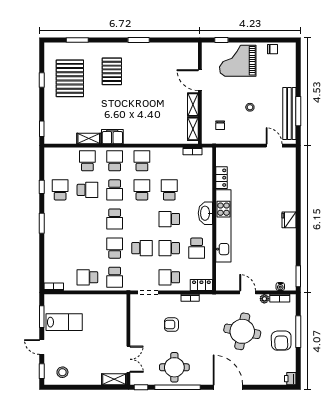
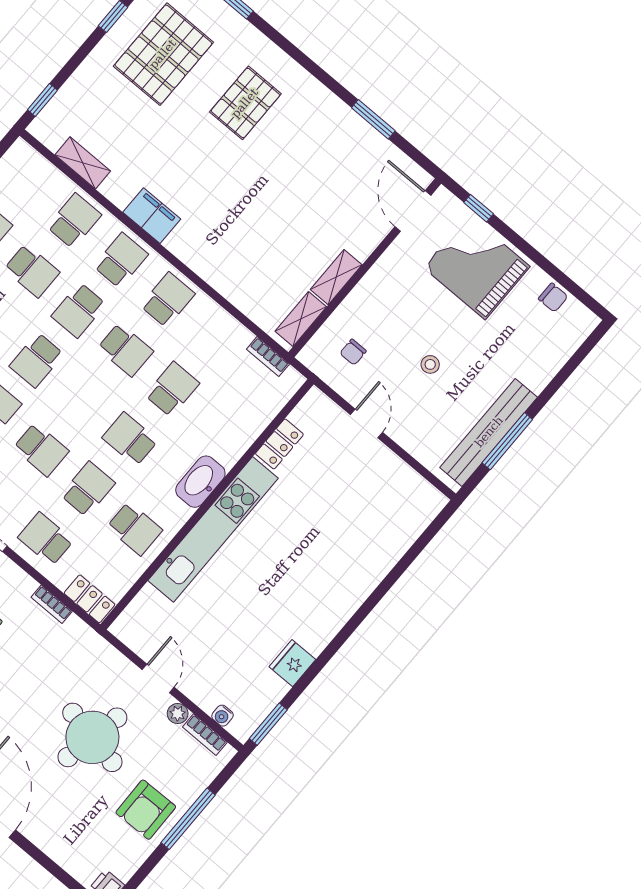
window: (139, 40) -> (373, 119), moved
door: (200, 80) -> (413, 211), moved
shelving: (89, 139) -> (83, 163), moved
door: (274, 146) -> (366, 424), moved
school desk: (142, 190) -> (125, 350), turned 90
fridge: (289, 220) -> (292, 663), moved
school desk: (169, 248) -> (88, 489), turned 90
school desk: (197, 248) -> (135, 529), turned -90

